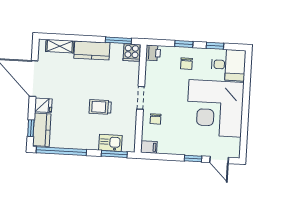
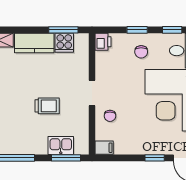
cooker: (132, 52) -> (64, 43), moved
trolley: (100, 107) -> (47, 106), turned 180

